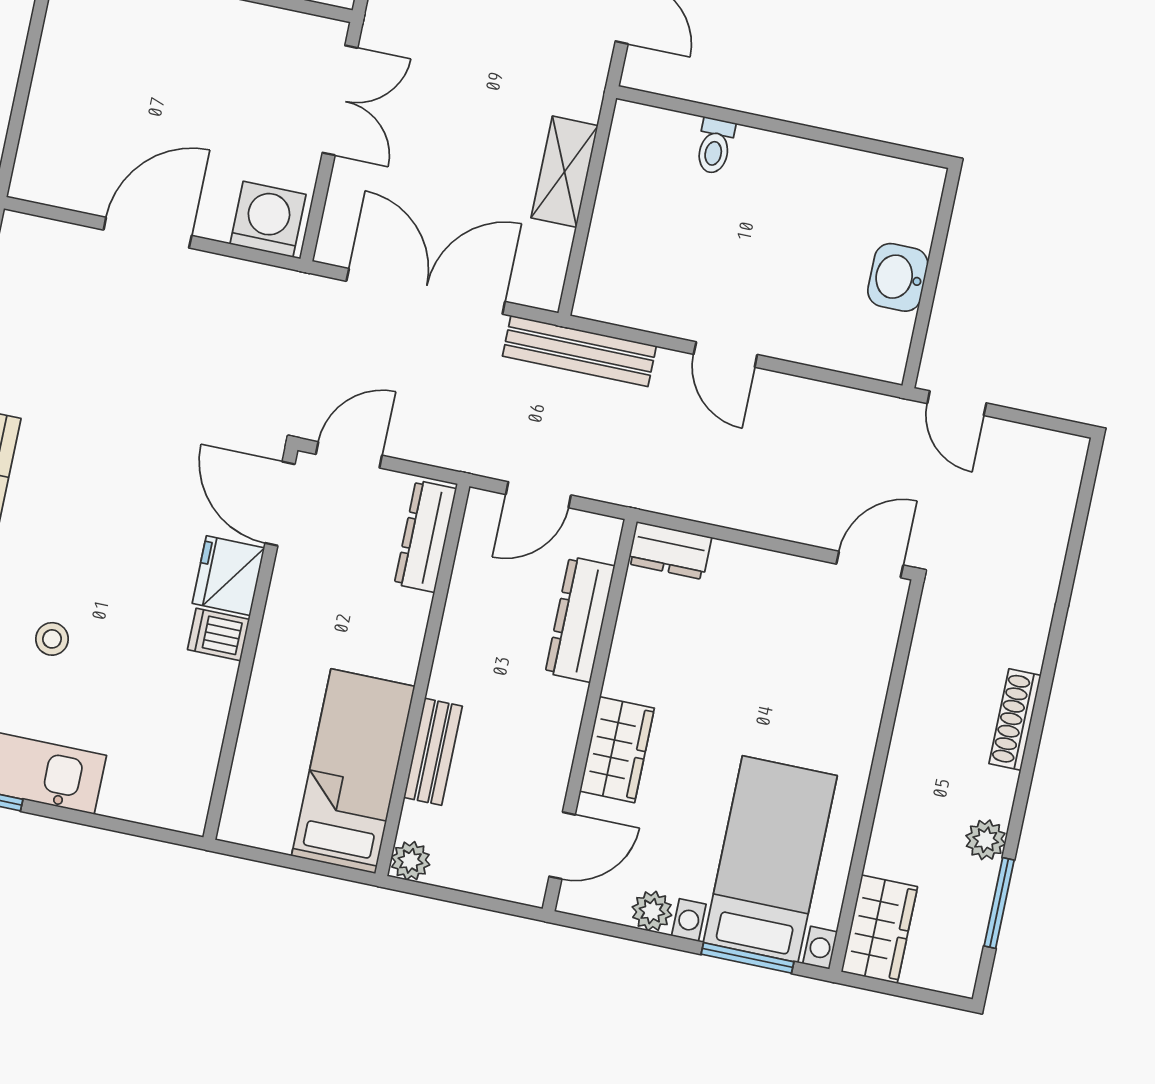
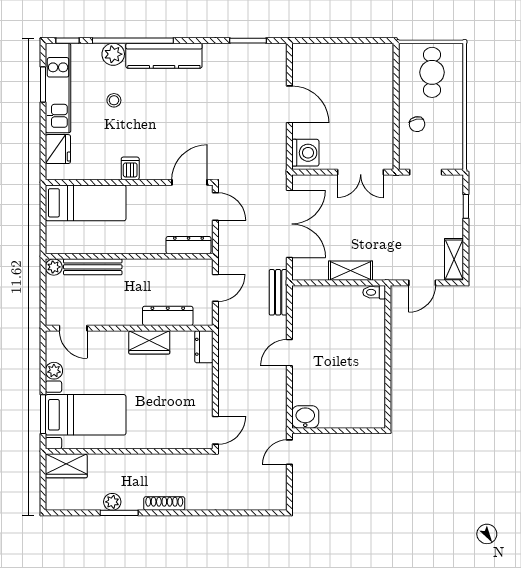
toilet: (715, 146) -> (374, 292), moved
washbasin: (898, 277) -> (305, 417), moved
bench: (579, 351) -> (278, 292), width x0.73
door: (538, 495) -> (215, 288), swing flipped
door: (870, 565) -> (215, 430), hinge flipped
fridge: (228, 576) -> (58, 149), moved, turned 90
wardrobe: (617, 750) -> (149, 342), moved
bench: (433, 752) -> (93, 267), width x1.36
bed: (353, 771) -> (86, 203), moved
window: (999, 903) -> (119, 513), moved

